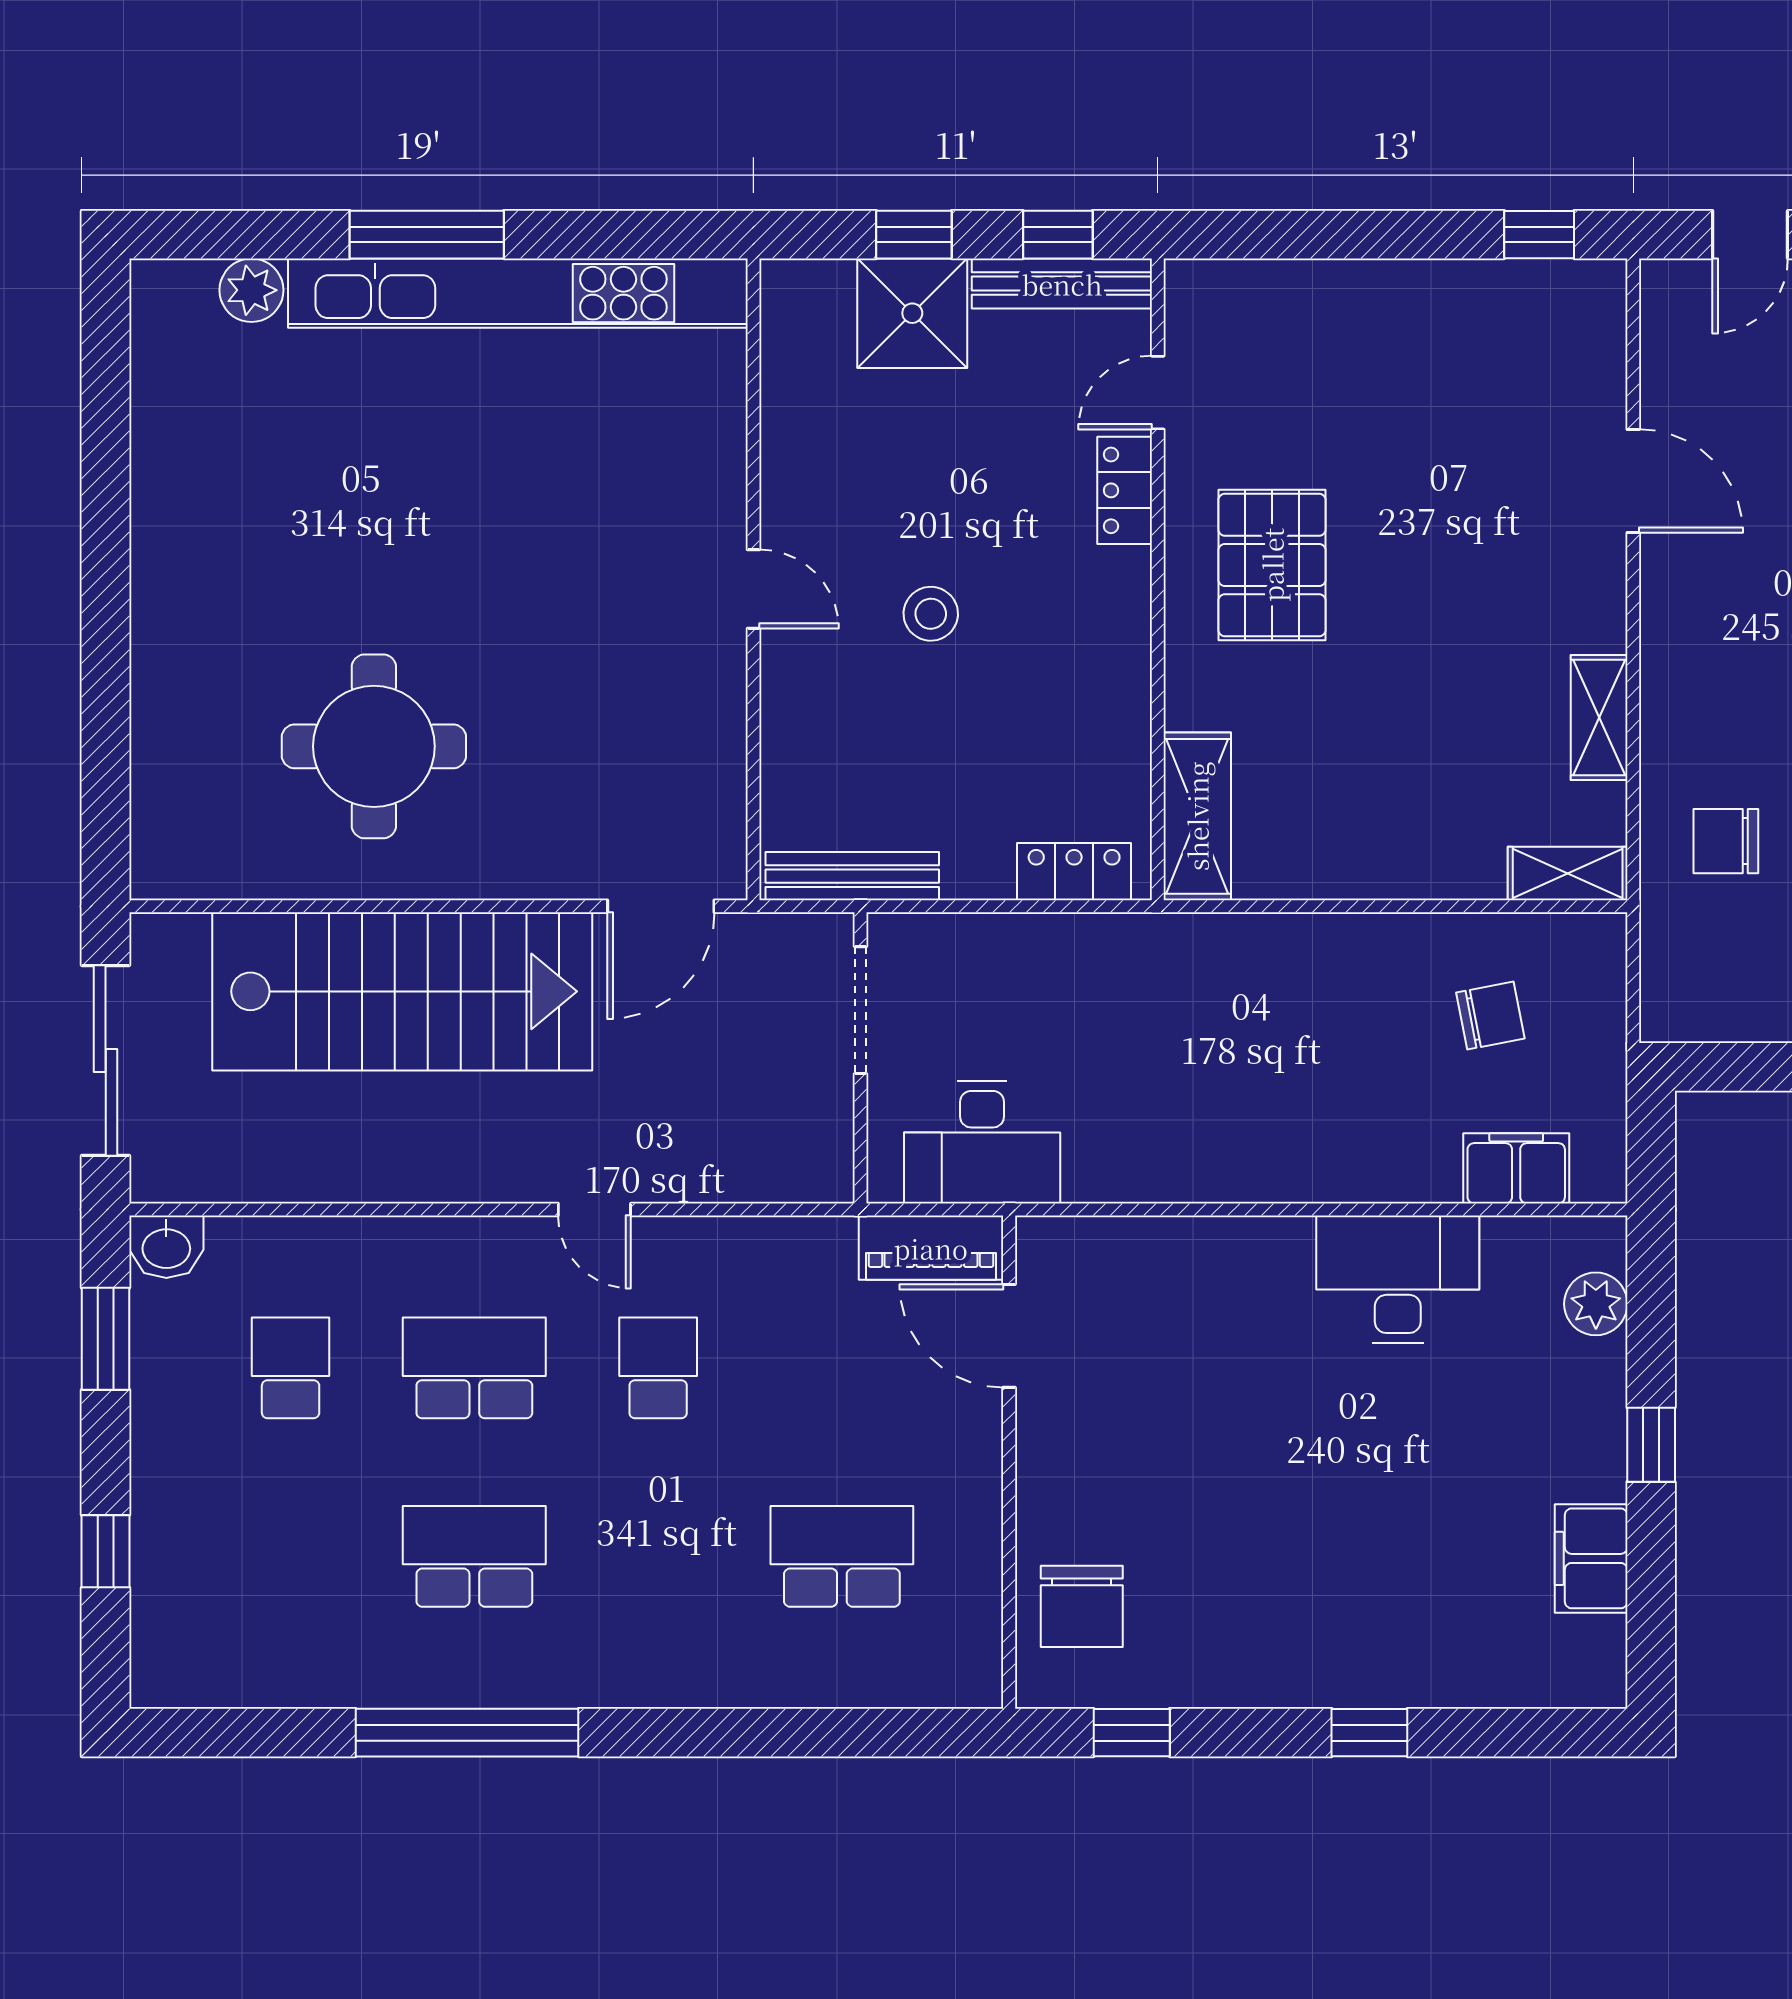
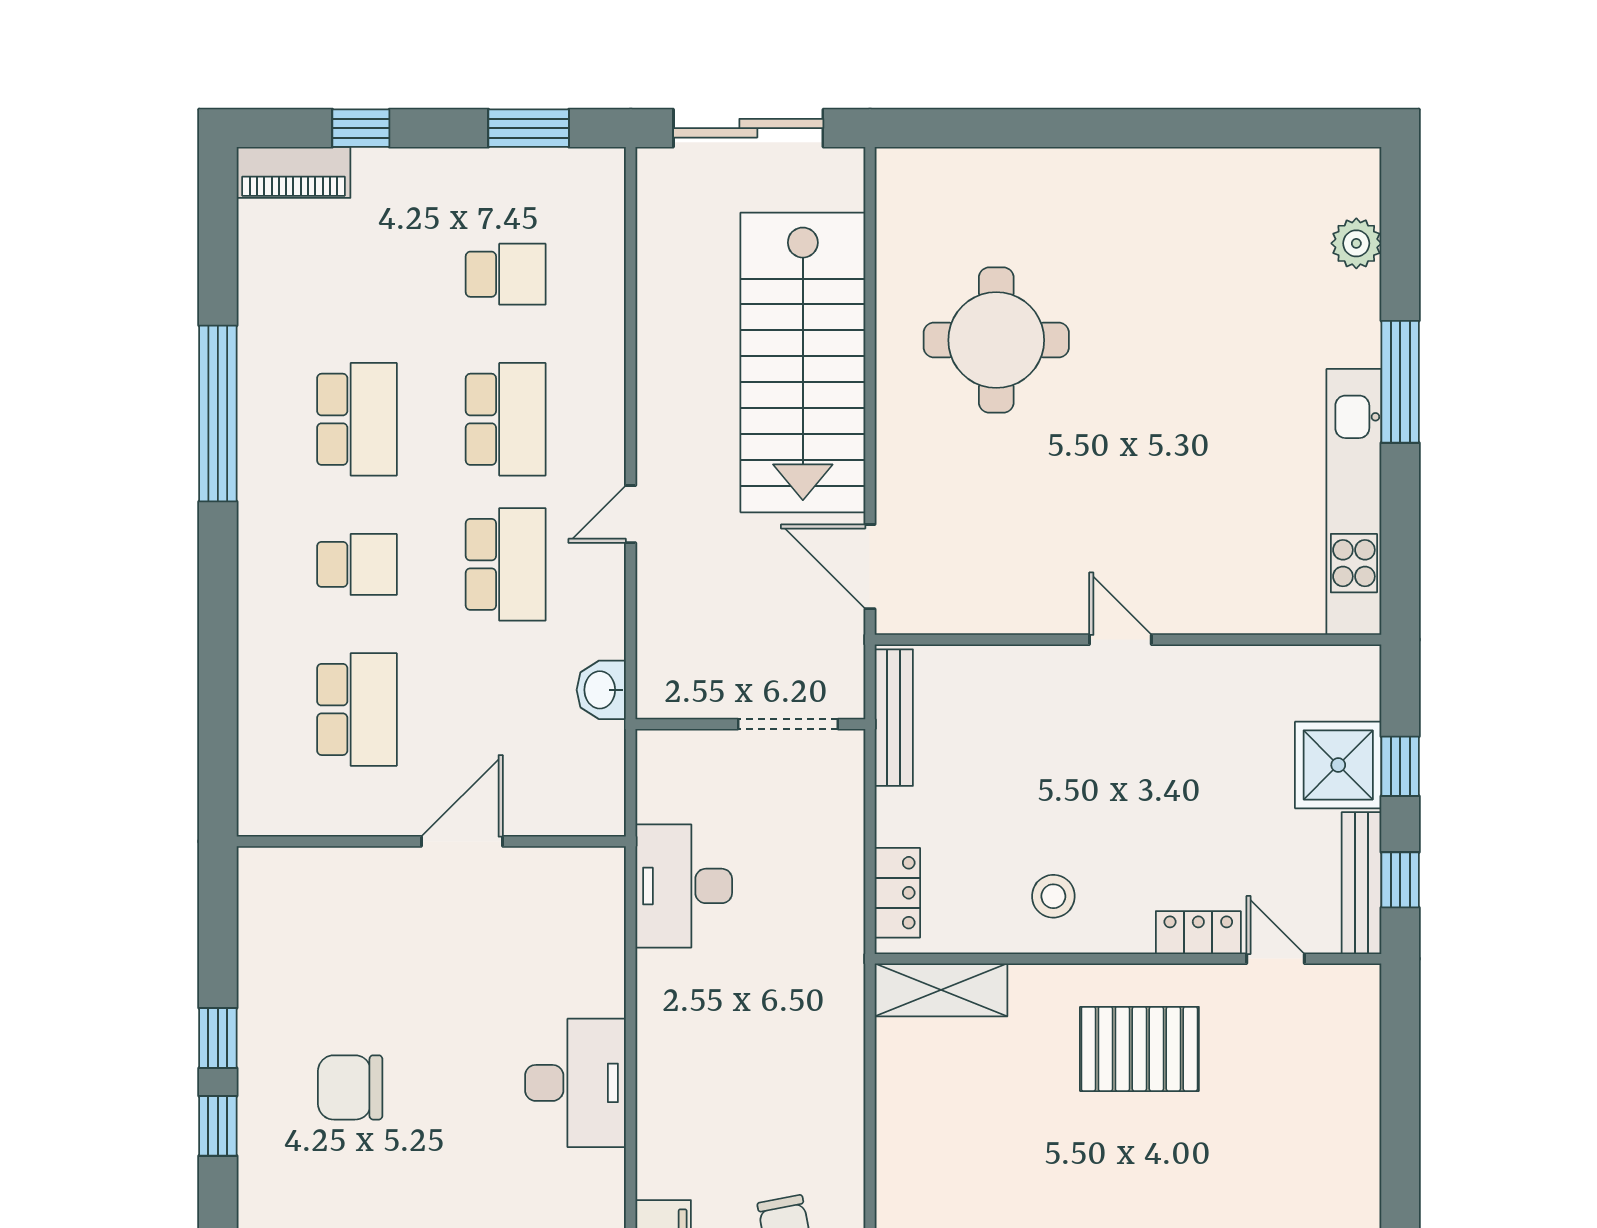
kitchen unit: (518, 293) -> (1354, 502), width x0.73
door: (753, 589) -> (1120, 640), swing flipped
stool: (931, 614) -> (1053, 896), moved
desk: (982, 1142) -> (684, 886), moved
washbasin: (166, 1247) -> (601, 690), moved
piano: (931, 1248) -> (293, 172), moved, turned -90
desk: (1398, 1279) -> (576, 1083), moved
door: (1009, 1336) -> (462, 841), moved
school desk: (658, 1368) -> (506, 564), width x1.85
school desk: (658, 1556) -> (357, 564), added
chair: (1082, 1606) -> (350, 1087), moved
window: (1132, 1733) -> (218, 1038), moved

